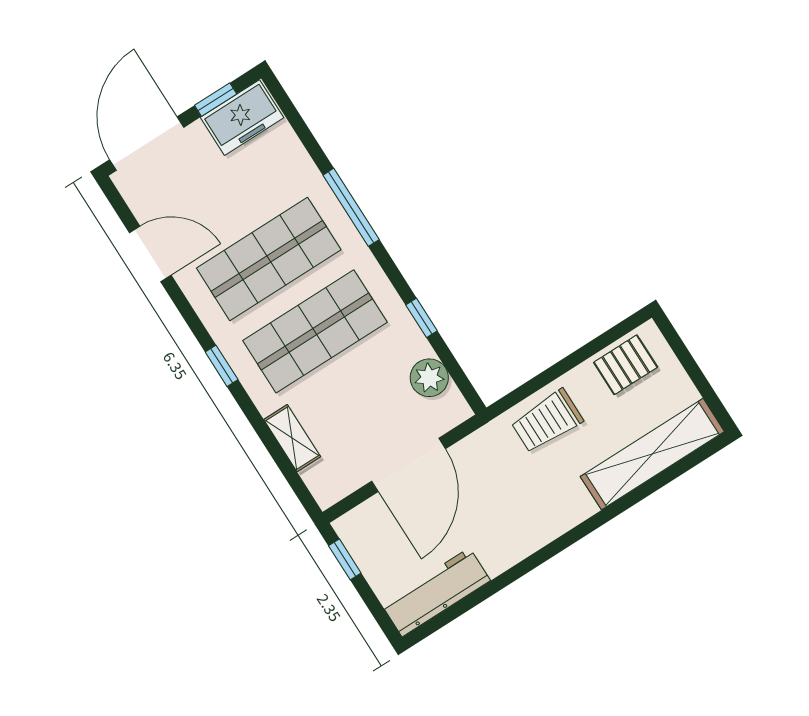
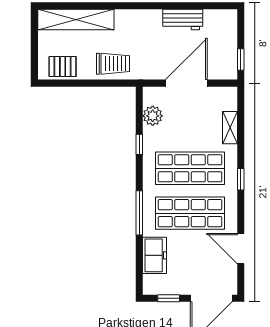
freezer: (242, 118) -> (155, 255), moved, turned 90
workbench: (436, 592) -> (183, 19), moved, width x0.73

